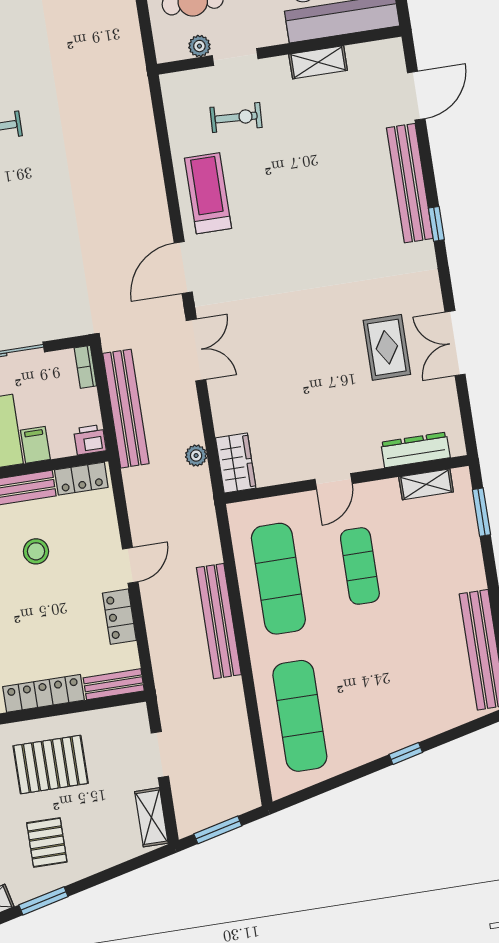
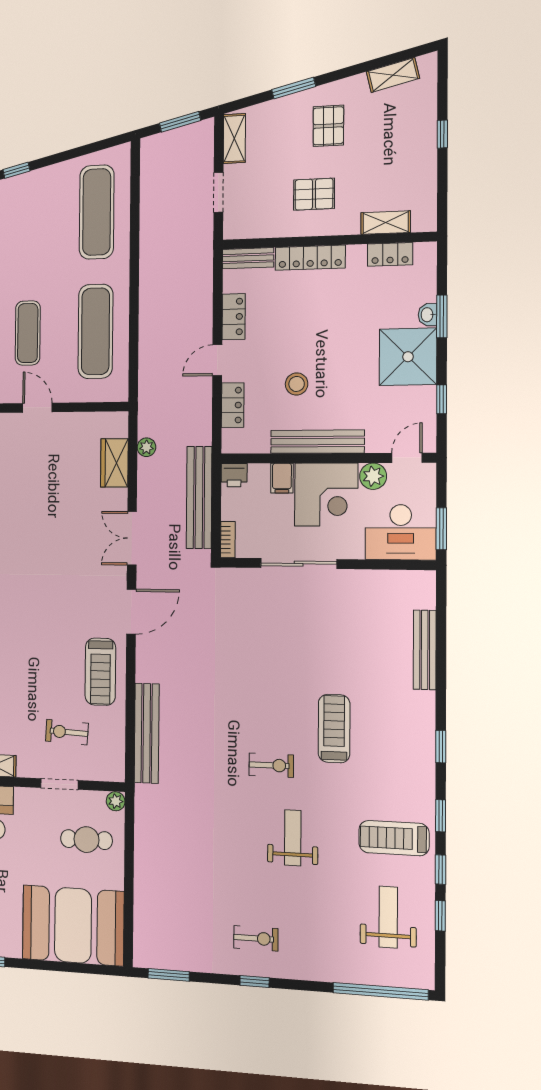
plant: (199, 46) -> (116, 801), moved
wardrobe: (236, 463) -> (114, 463), moved
locker: (81, 479) -> (233, 405), moved, turned 90
door: (334, 481) -> (37, 408), hinge flipped
bench: (219, 621) -> (147, 733), moved
pallet: (51, 765) -> (314, 194), width x0.67, depth x0.71
window: (43, 901) -> (294, 88), moved

